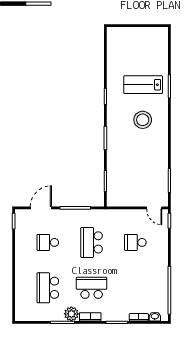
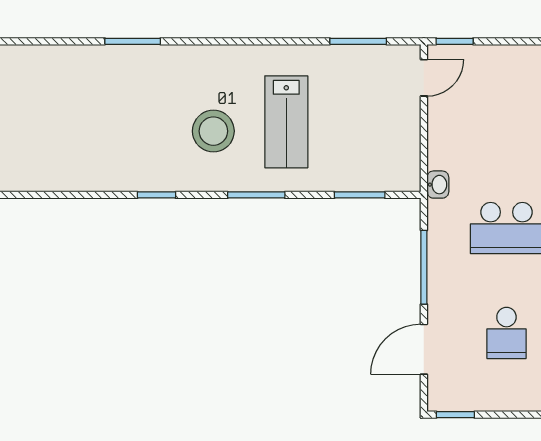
lab bench: (143, 85) -> (286, 122), moved
stool: (143, 120) -> (213, 131), moved
door: (41, 208) -> (424, 349), hinge flipped
washbasin: (110, 214) -> (438, 185), added
school desk: (135, 242) -> (506, 123), removed

